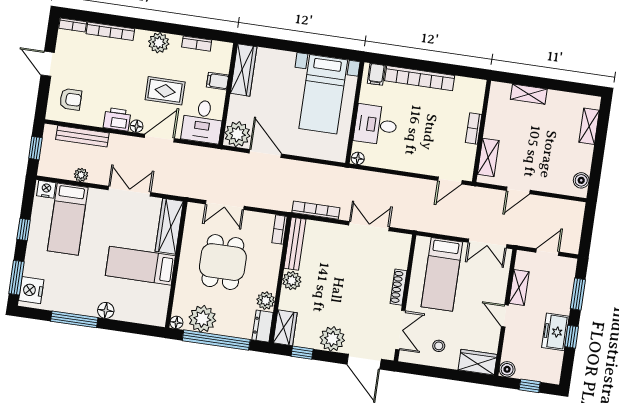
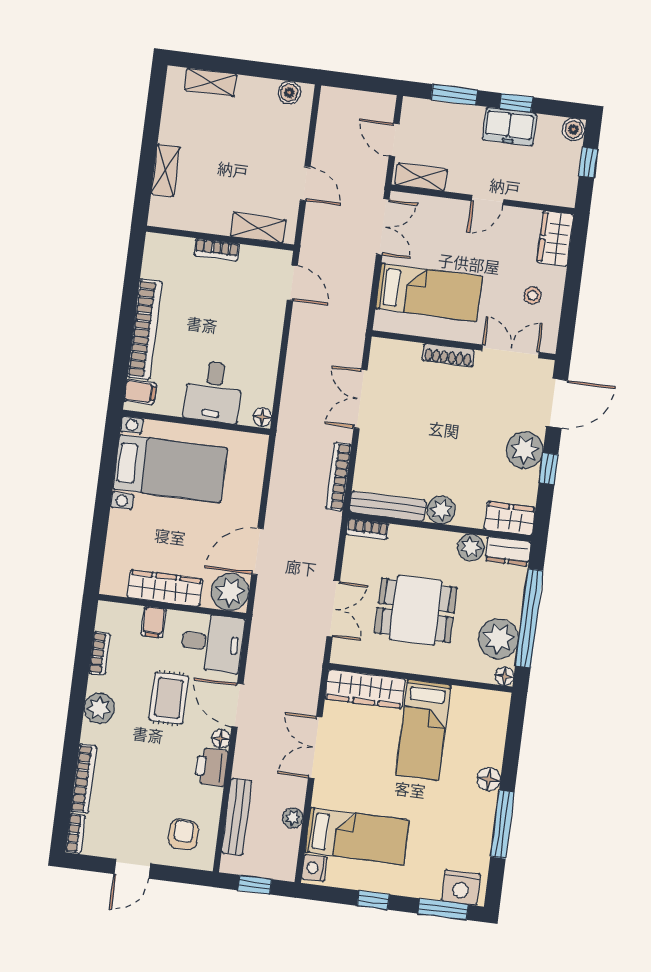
wardrobe: (244, 70) -> (165, 588), moved
shelving: (519, 288) -> (421, 177), moved
window: (302, 353) -> (549, 469), moved
boiler: (507, 369) -> (574, 129), moved

